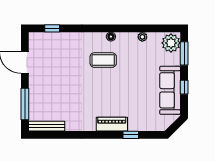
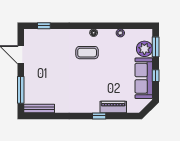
plant: (171, 43) -> (144, 49), moved
piano: (112, 124) -> (113, 107), moved
window: (131, 135) -> (99, 116), moved

